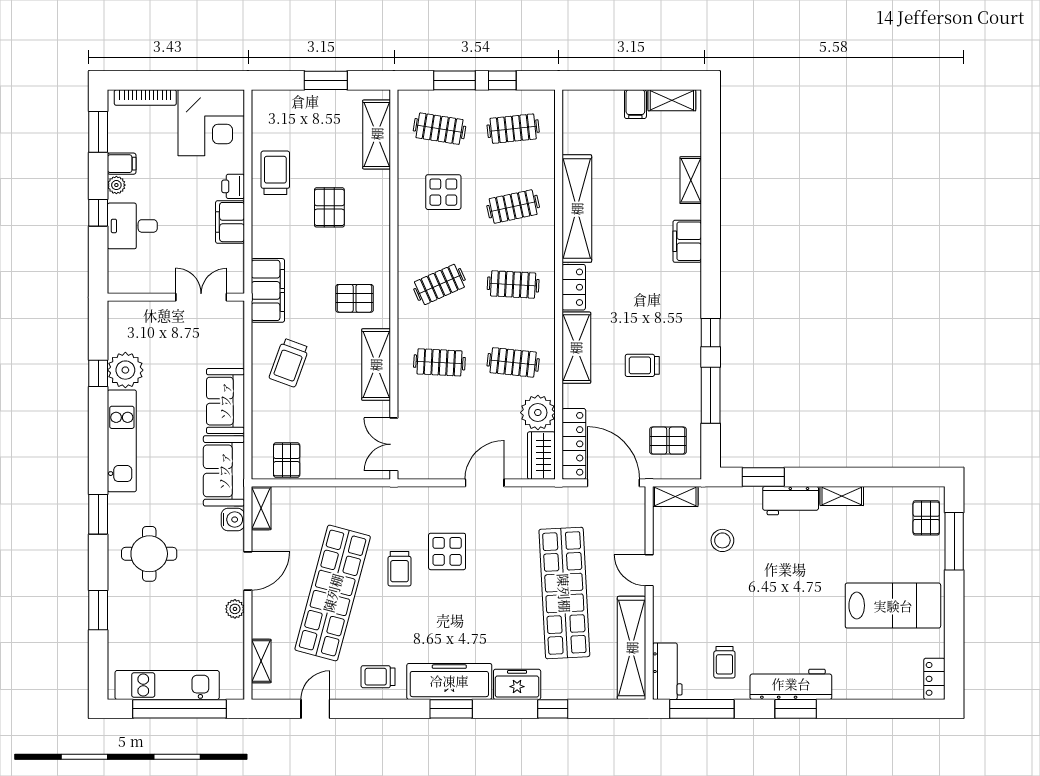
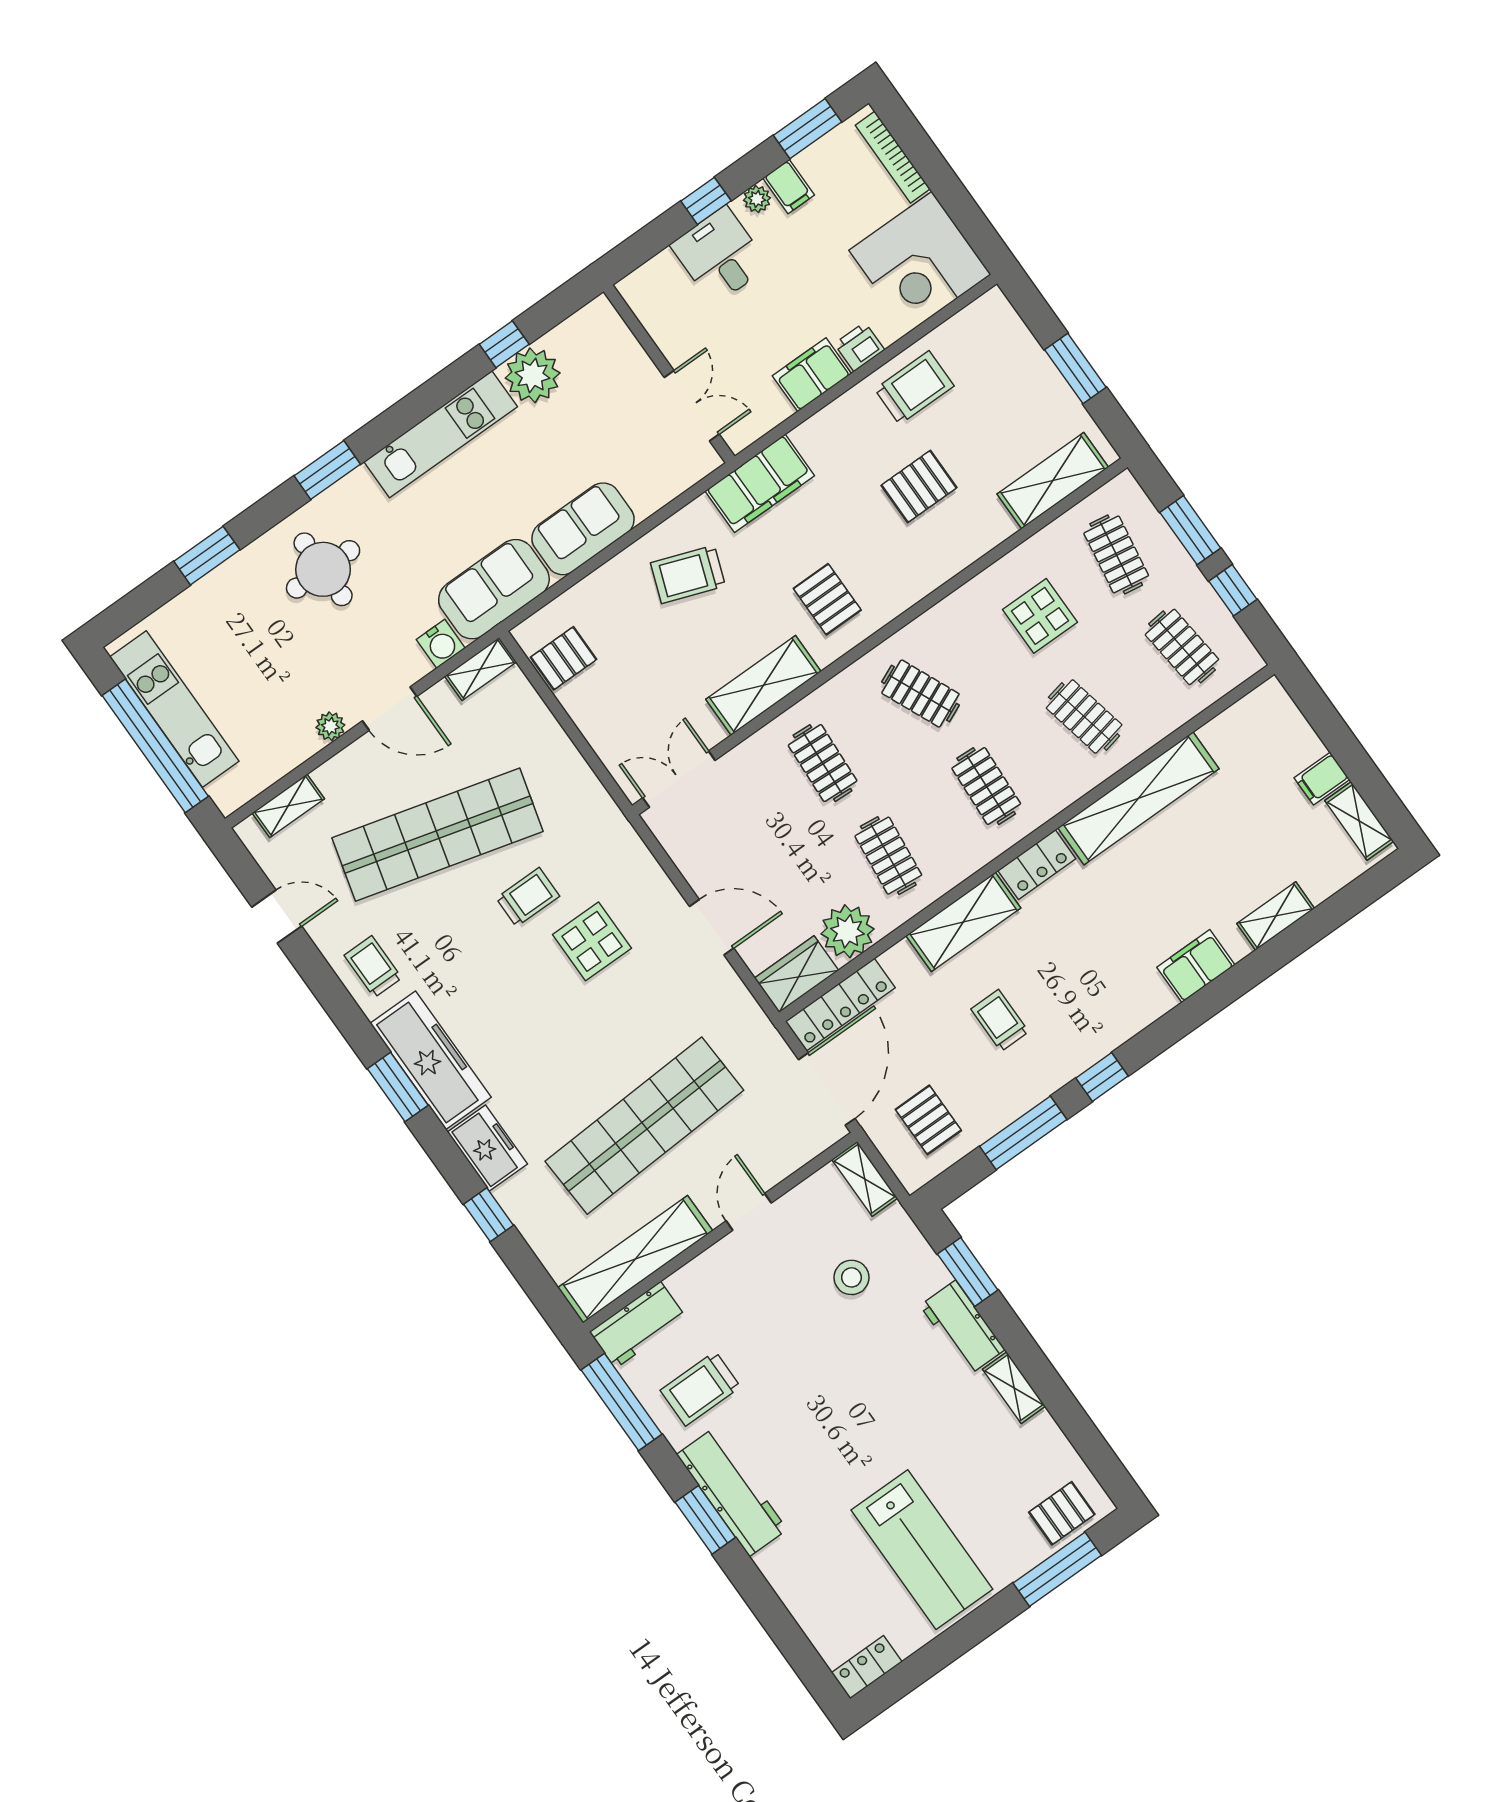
trolley: (400, 569) -> (528, 897), turned 180
trolley: (724, 662) -> (700, 1389), width x1.36, depth x1.39

